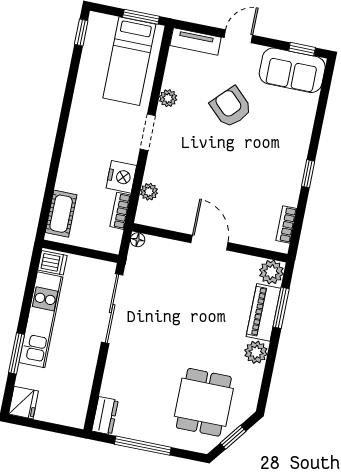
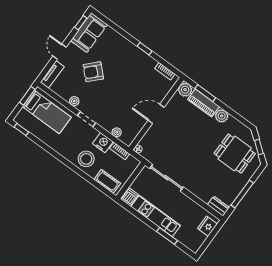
stool: (82, 162) -> (86, 159), added
fridge: (23, 403) -> (207, 226), moved, turned -90

